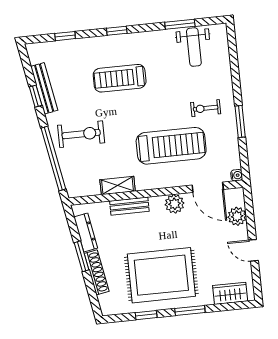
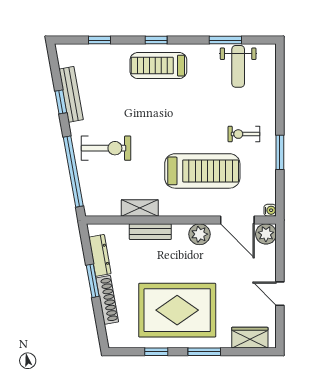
treadmill: (120, 78) -> (158, 66), moved
plant: (237, 216) -> (266, 234), moved

